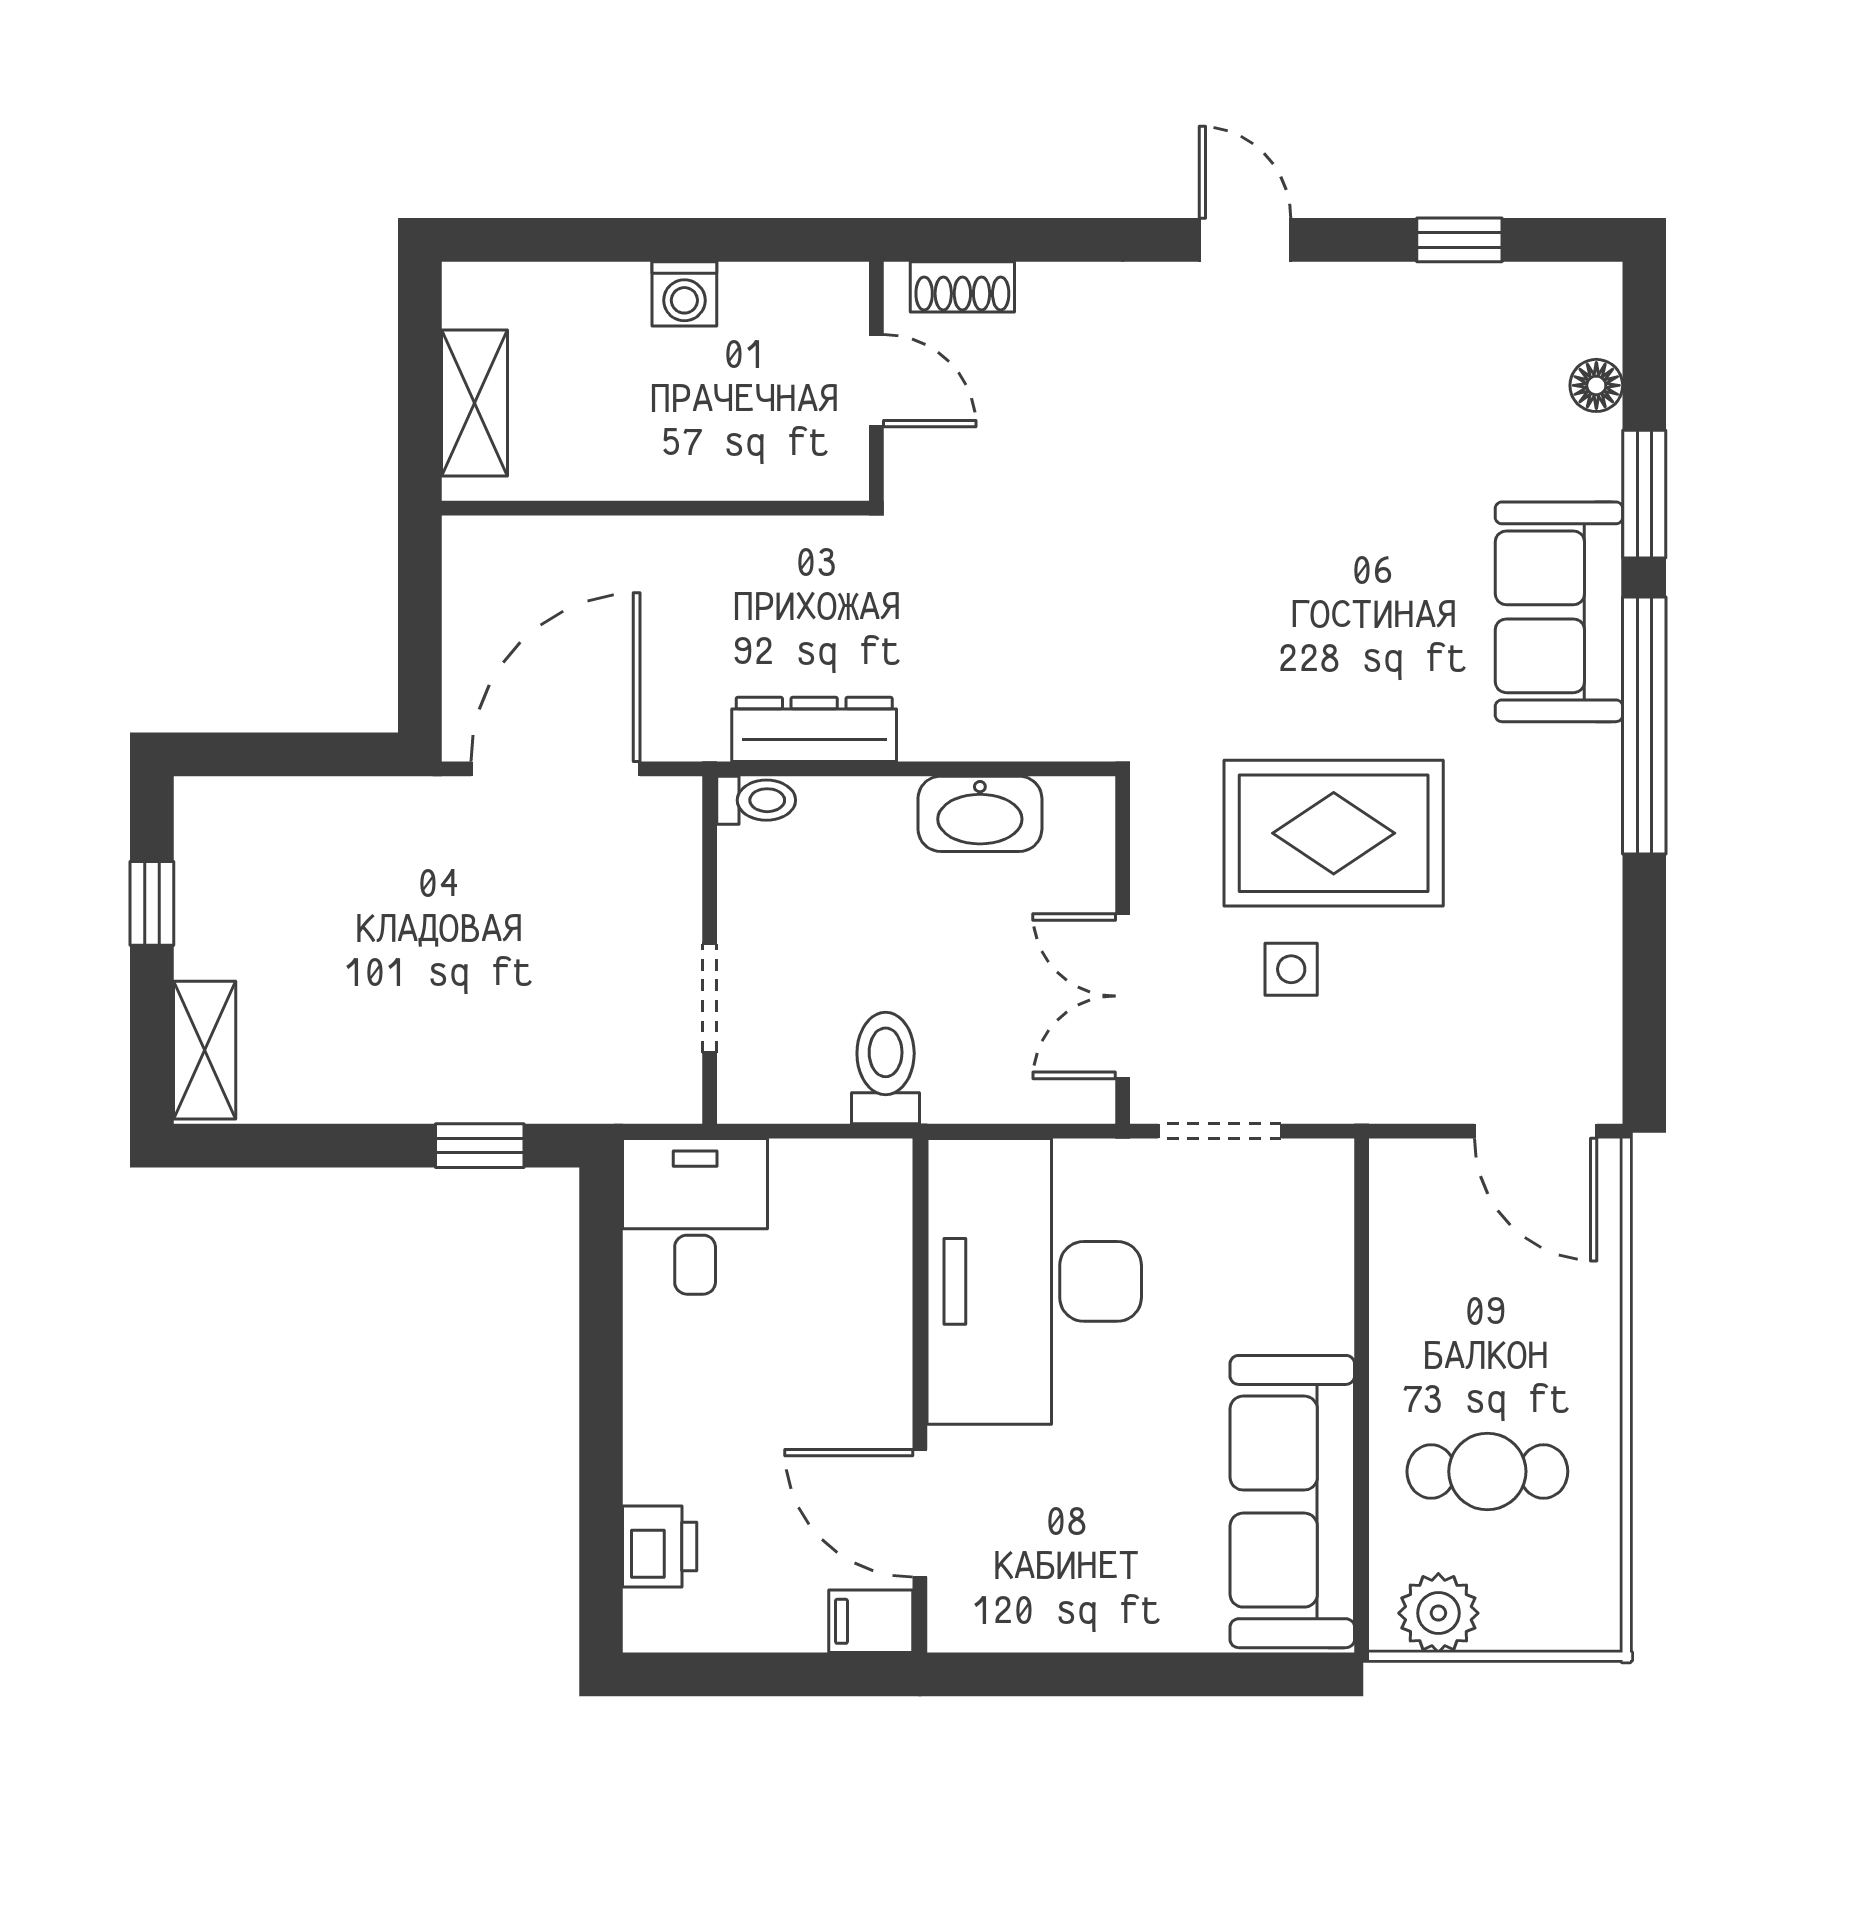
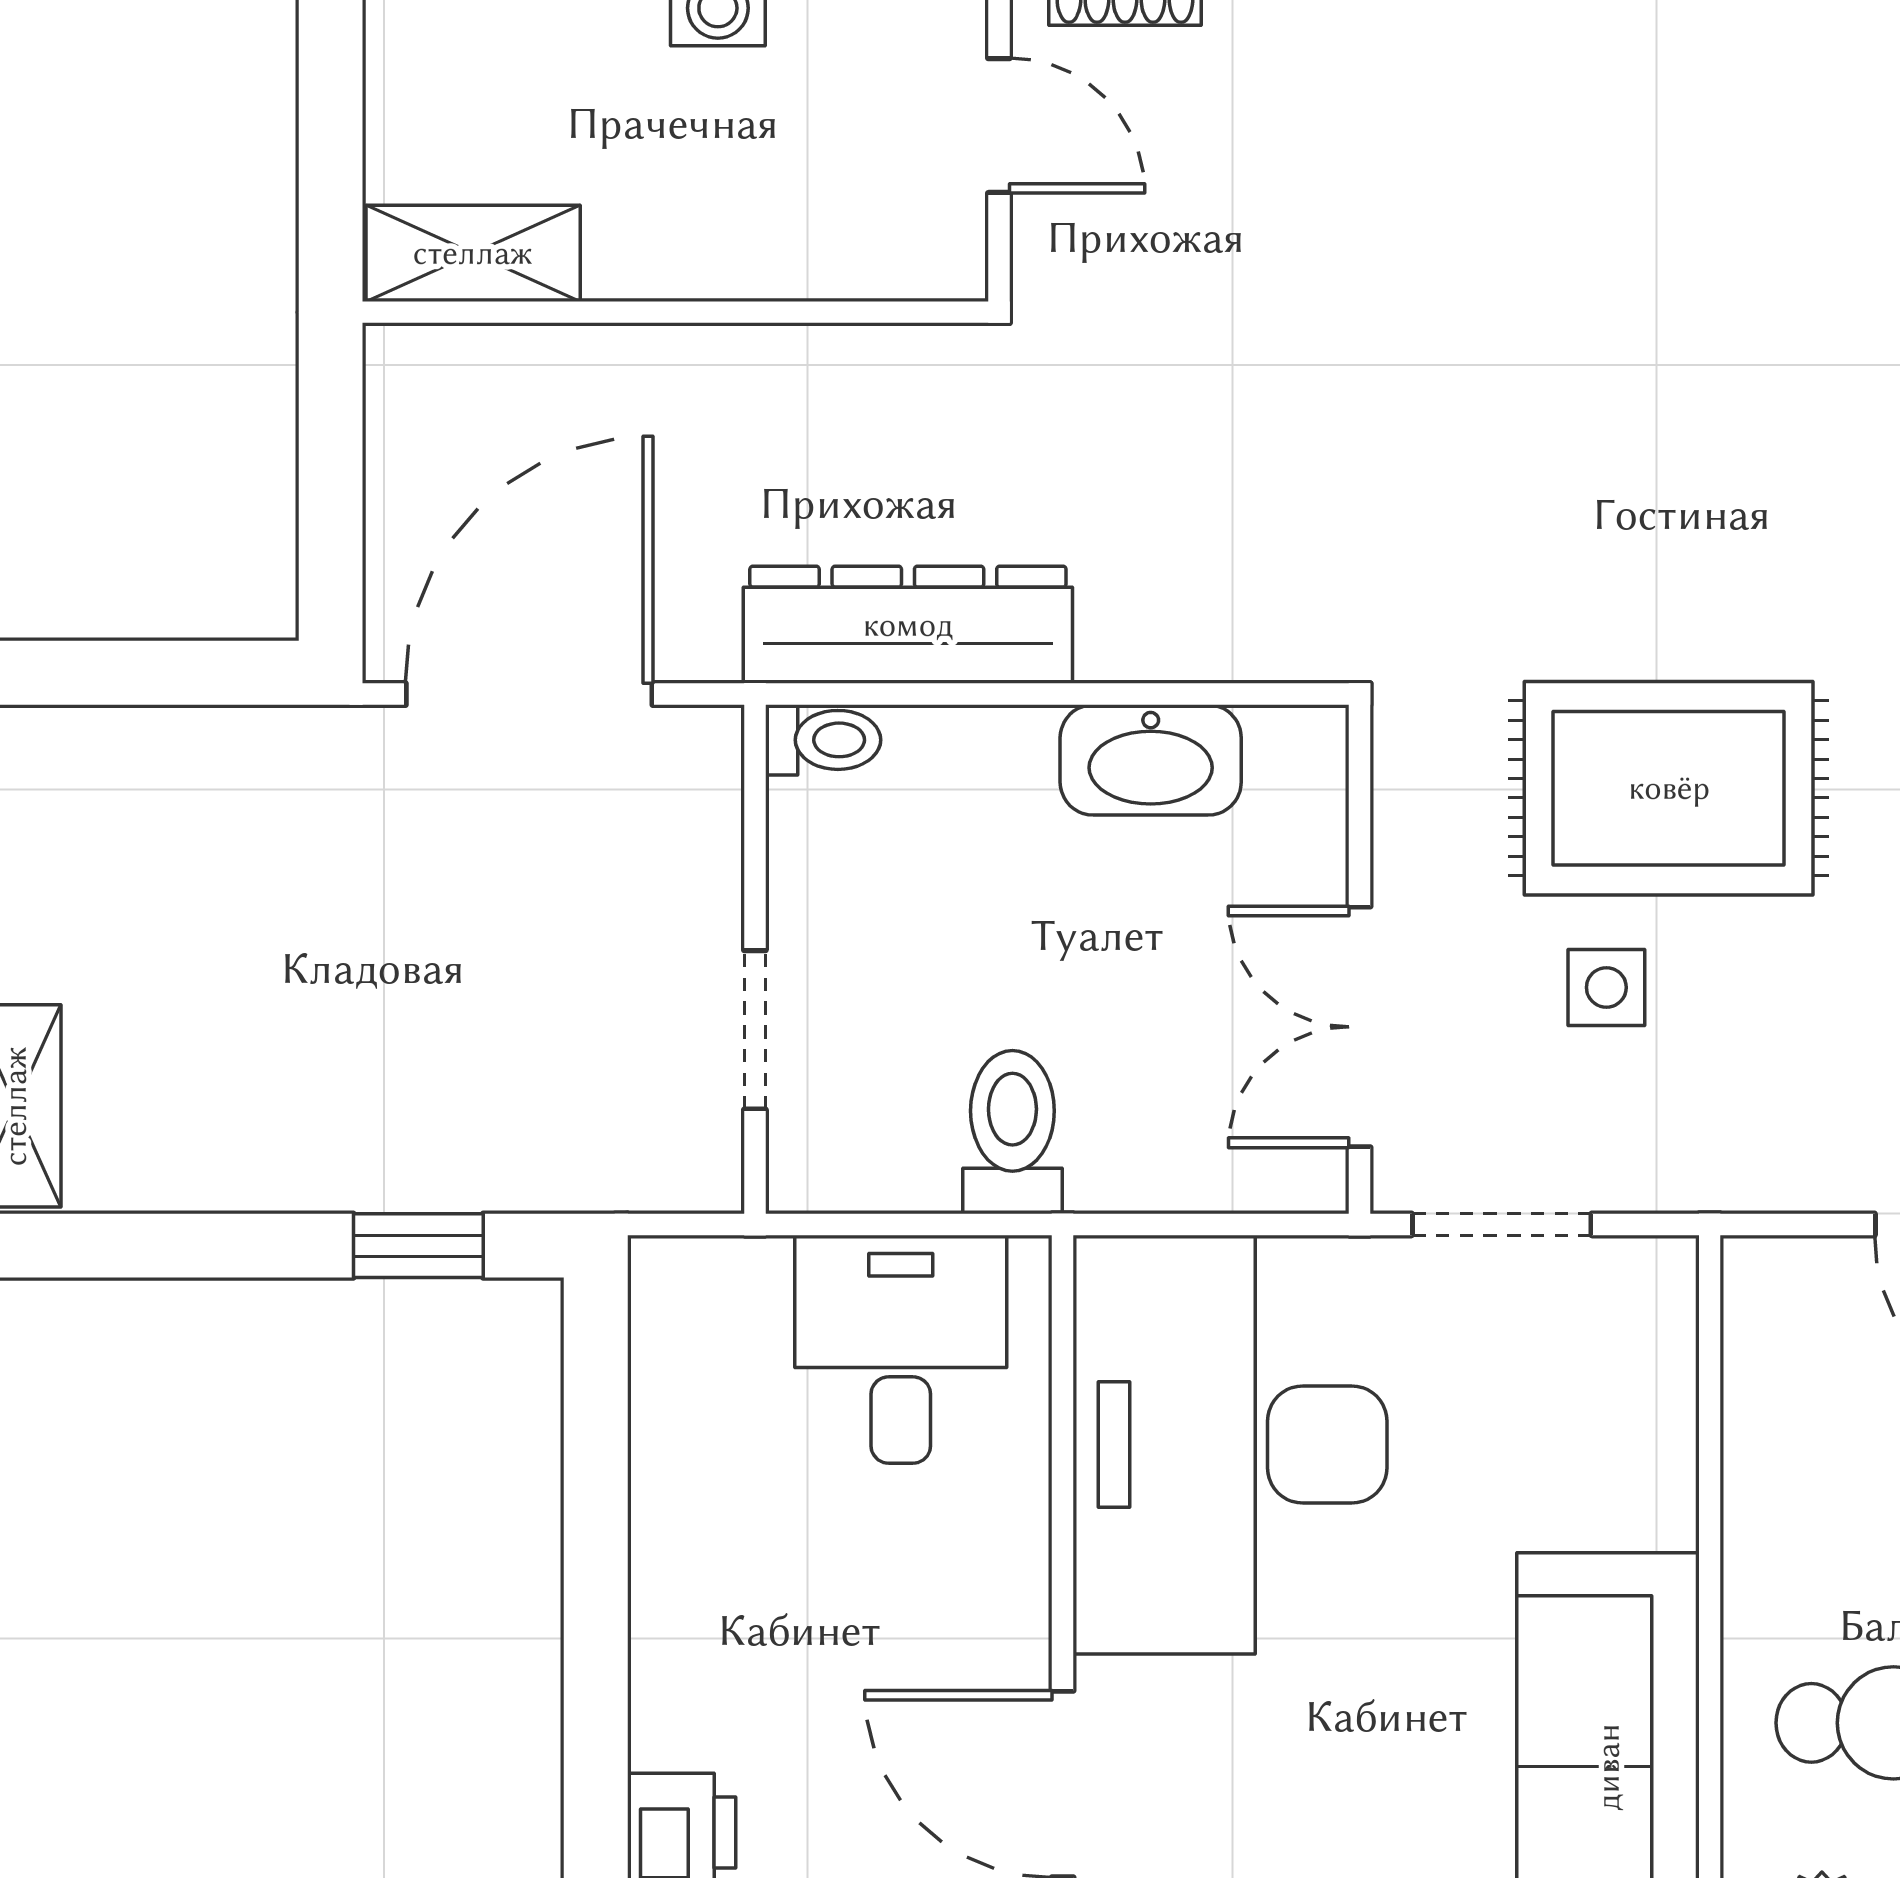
shelving: (475, 403) -> (473, 253), moved, turned 90
dresser: (814, 729) -> (908, 625), width x1.37, depth x1.24
desk: (695, 1216) -> (901, 1349), moved

